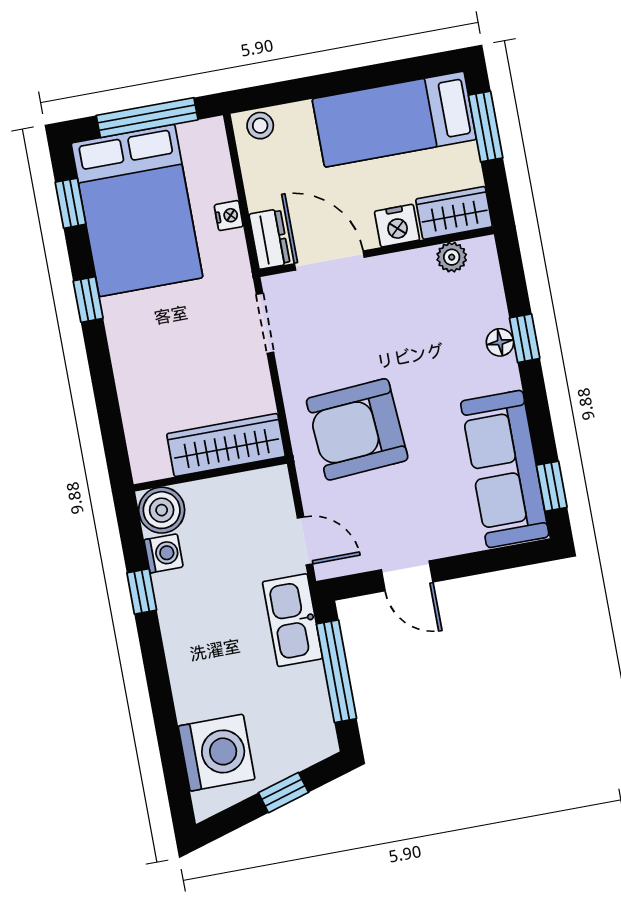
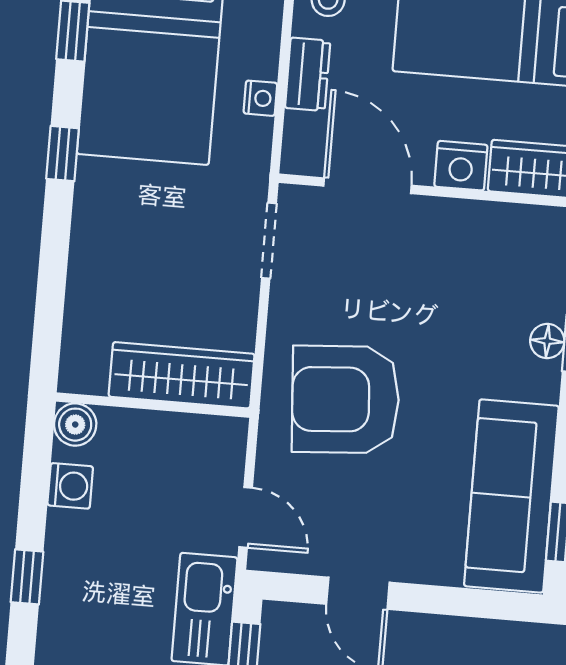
dresser: (270, 239) -> (308, 74), moved
plant: (452, 257) -> (517, 222), removed
boiler: (162, 510) -> (75, 425), width x0.73, depth x0.73
window: (142, 591) -> (27, 577), moved

